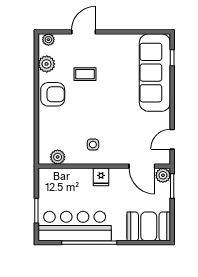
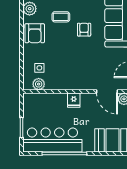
armchair: (114, 90) -> (84, 30), added
armchair: (53, 94) -> (35, 33), turned 90
side table: (93, 145) -> (39, 68), moved

